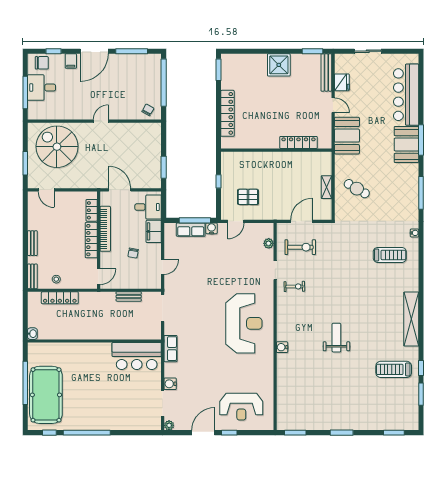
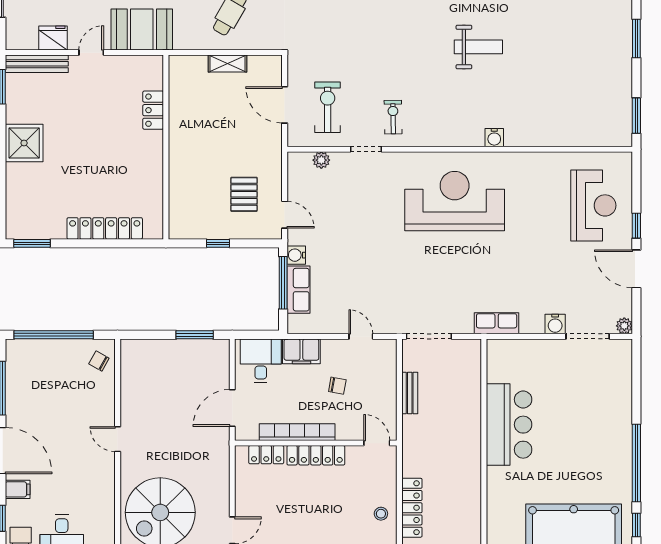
locker: (299, 142) -> (153, 110), width x0.66
weight bench: (336, 338) -> (478, 47), turned 180
bar counter: (137, 356) -> (509, 425), moved

